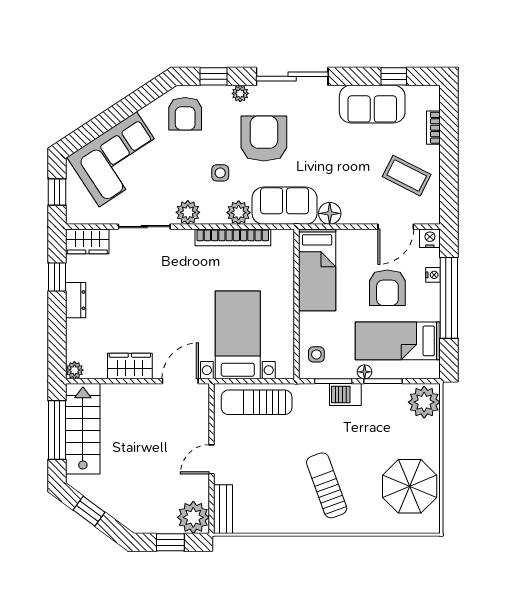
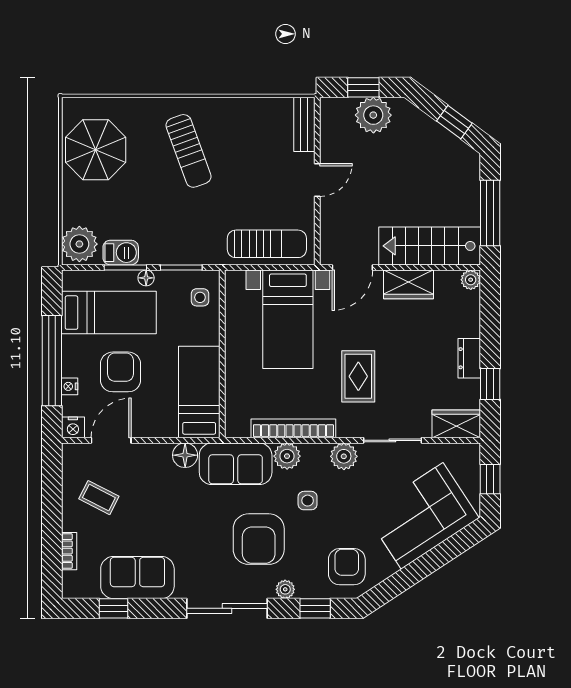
coffee table: (407, 176) -> (99, 498), width x0.73, depth x0.77
rug: (175, 284) -> (358, 376), added
barbecue: (345, 394) -> (121, 253), moved
stairs: (83, 429) -> (430, 246), moved, turned 90
plant: (193, 517) -> (373, 115), moved

